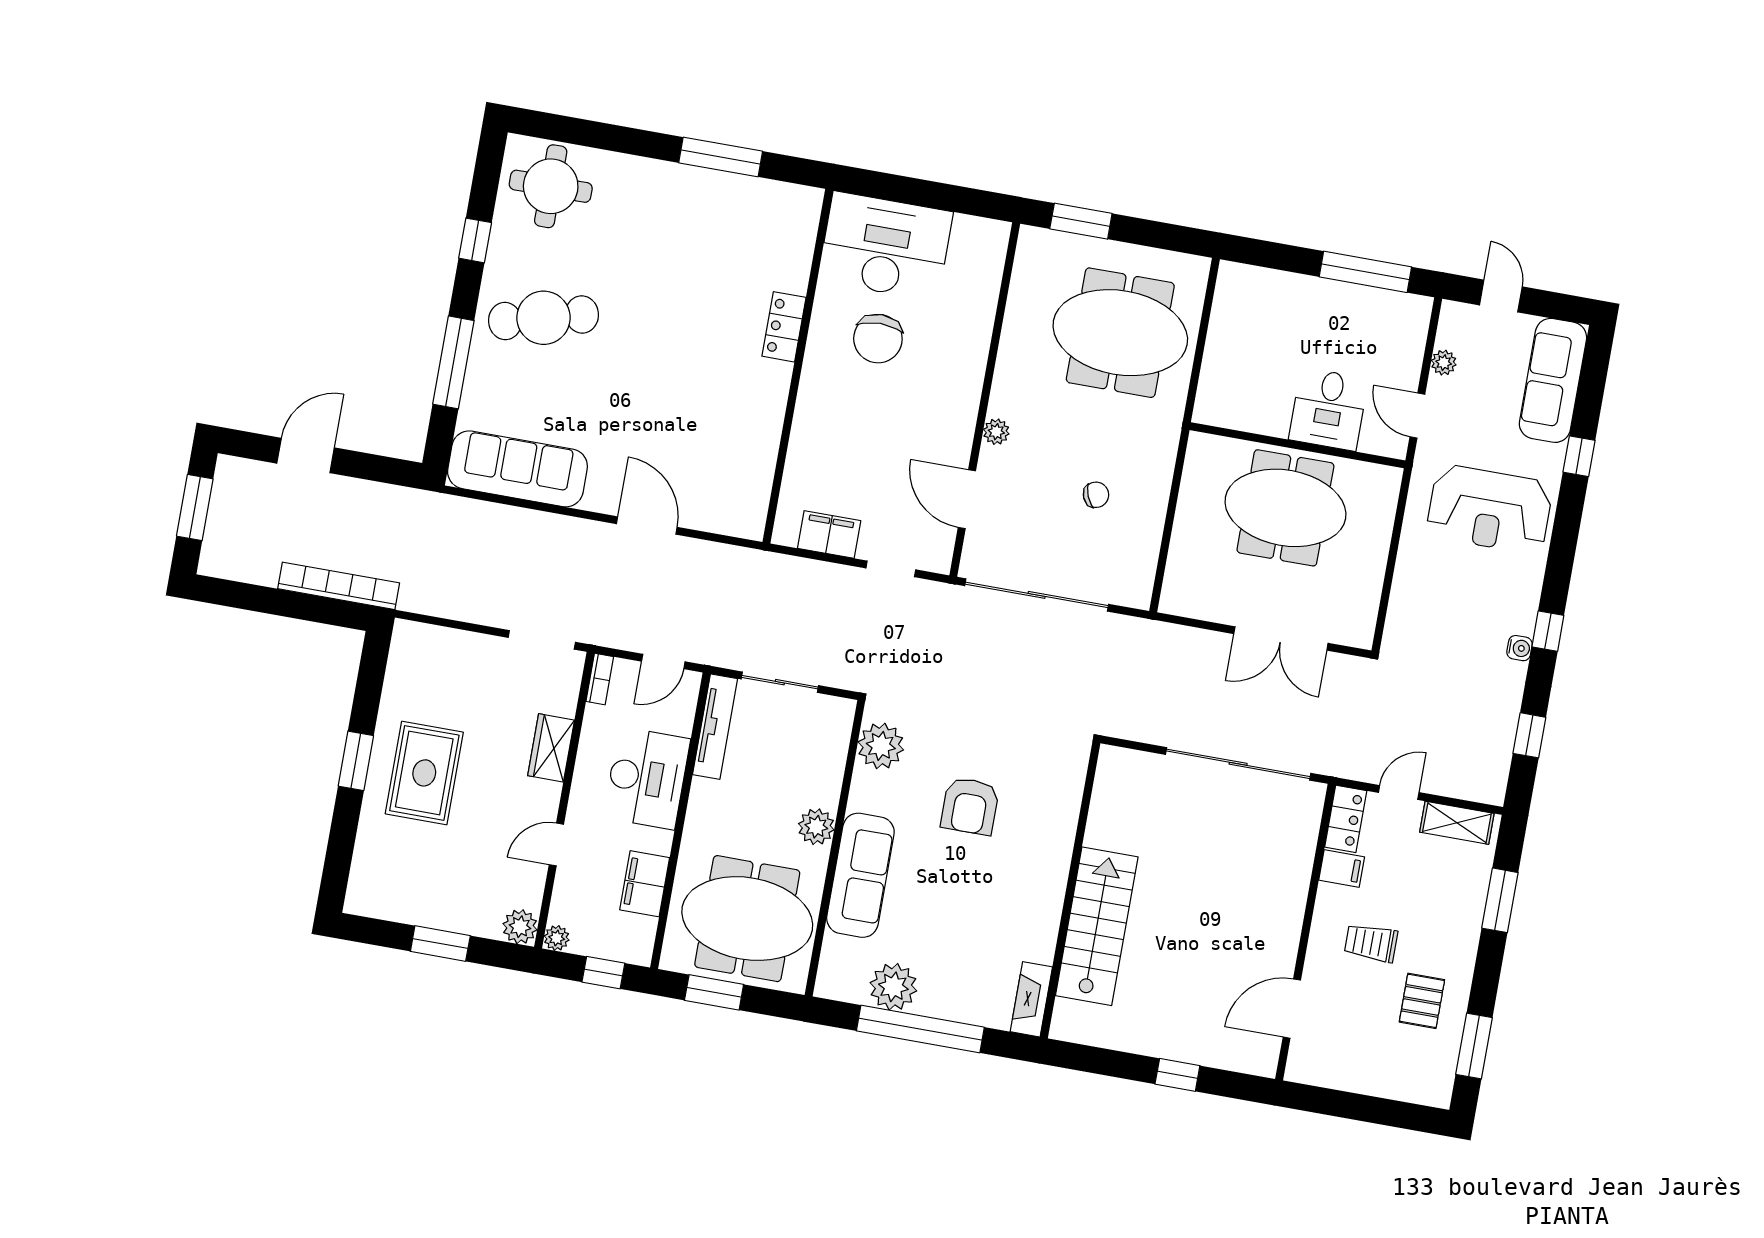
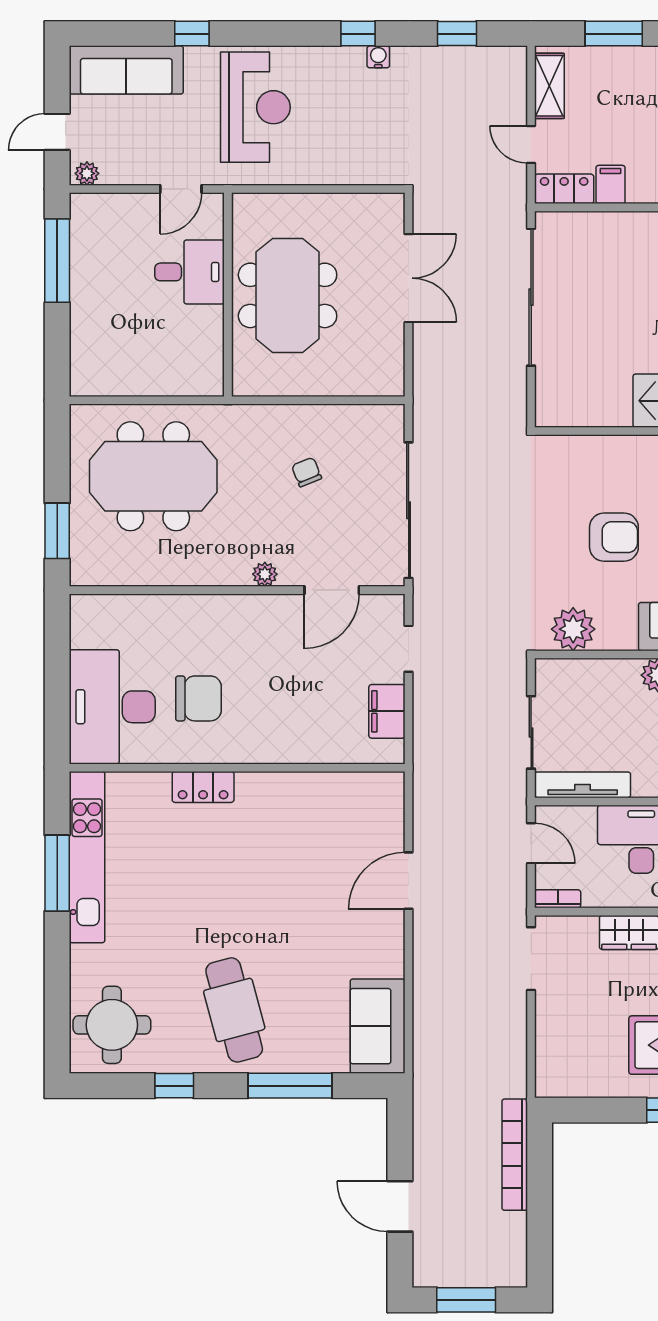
kitchen unit: (732, 192) -> (87, 857), added
meeting table: (1120, 333) -> (153, 476), turned 90
plant: (1444, 363) -> (87, 173), moved
sofa: (517, 469) -> (378, 1026), width x0.73

